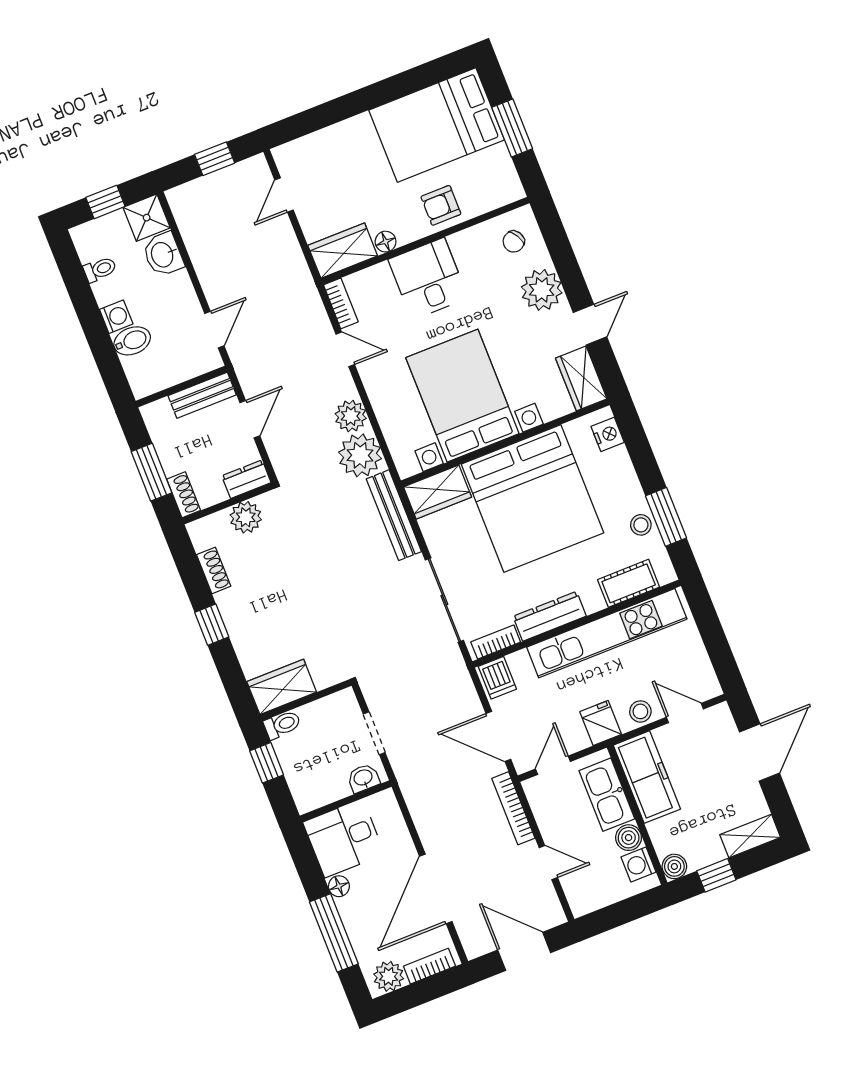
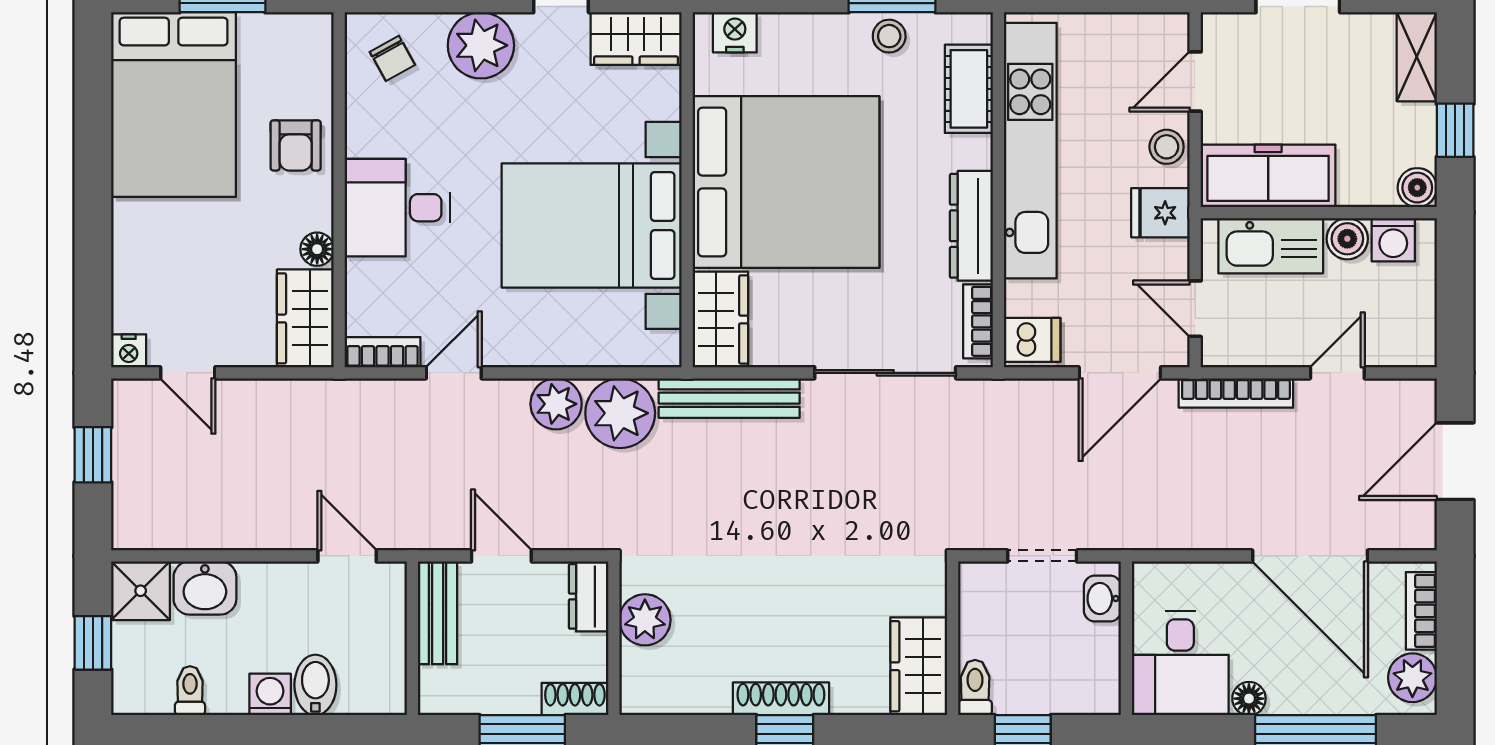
nightstand: (283, 156) -> (129, 351), added
shoe rack: (214, 570) -> (781, 699), moved, width x1.43

